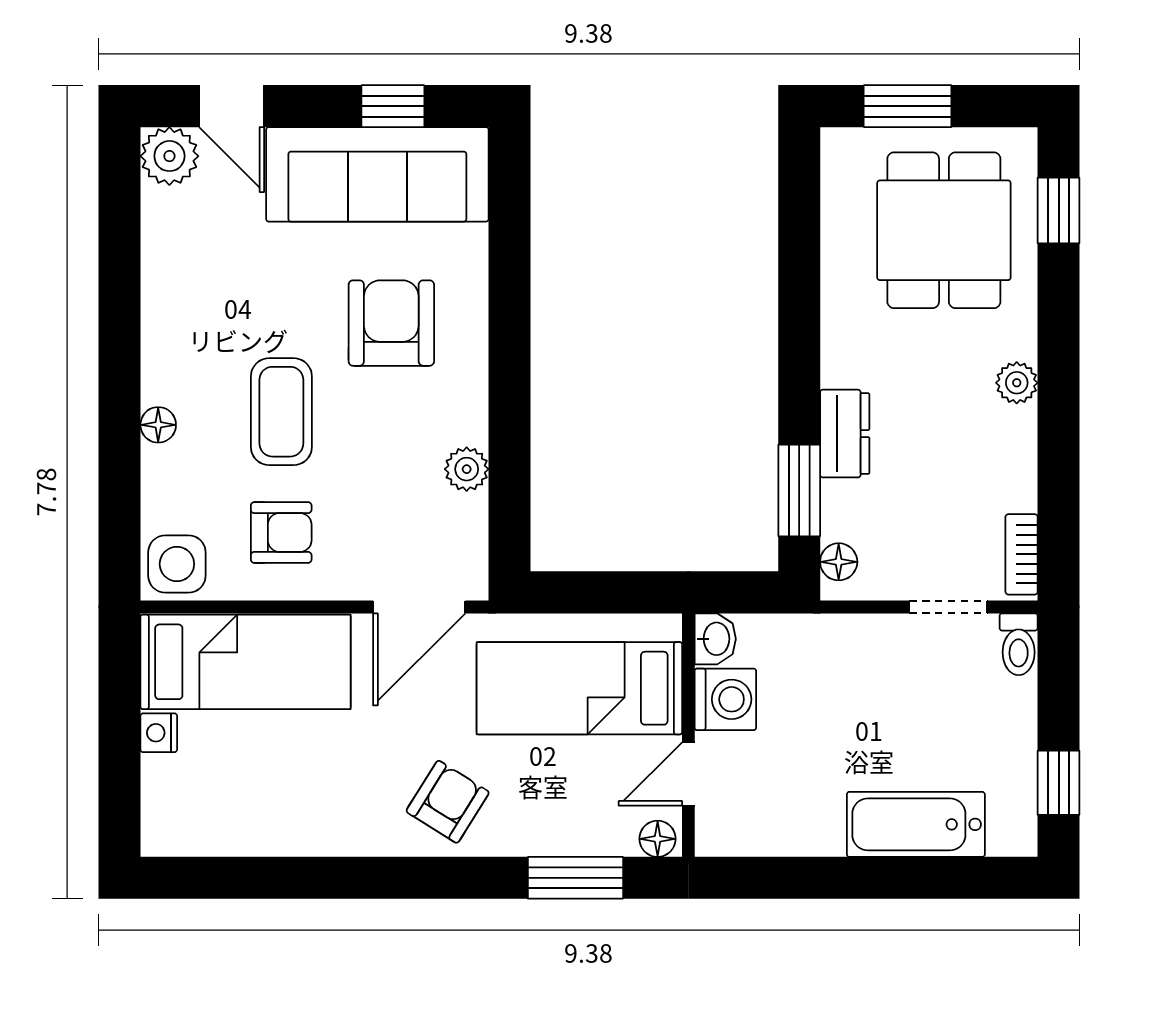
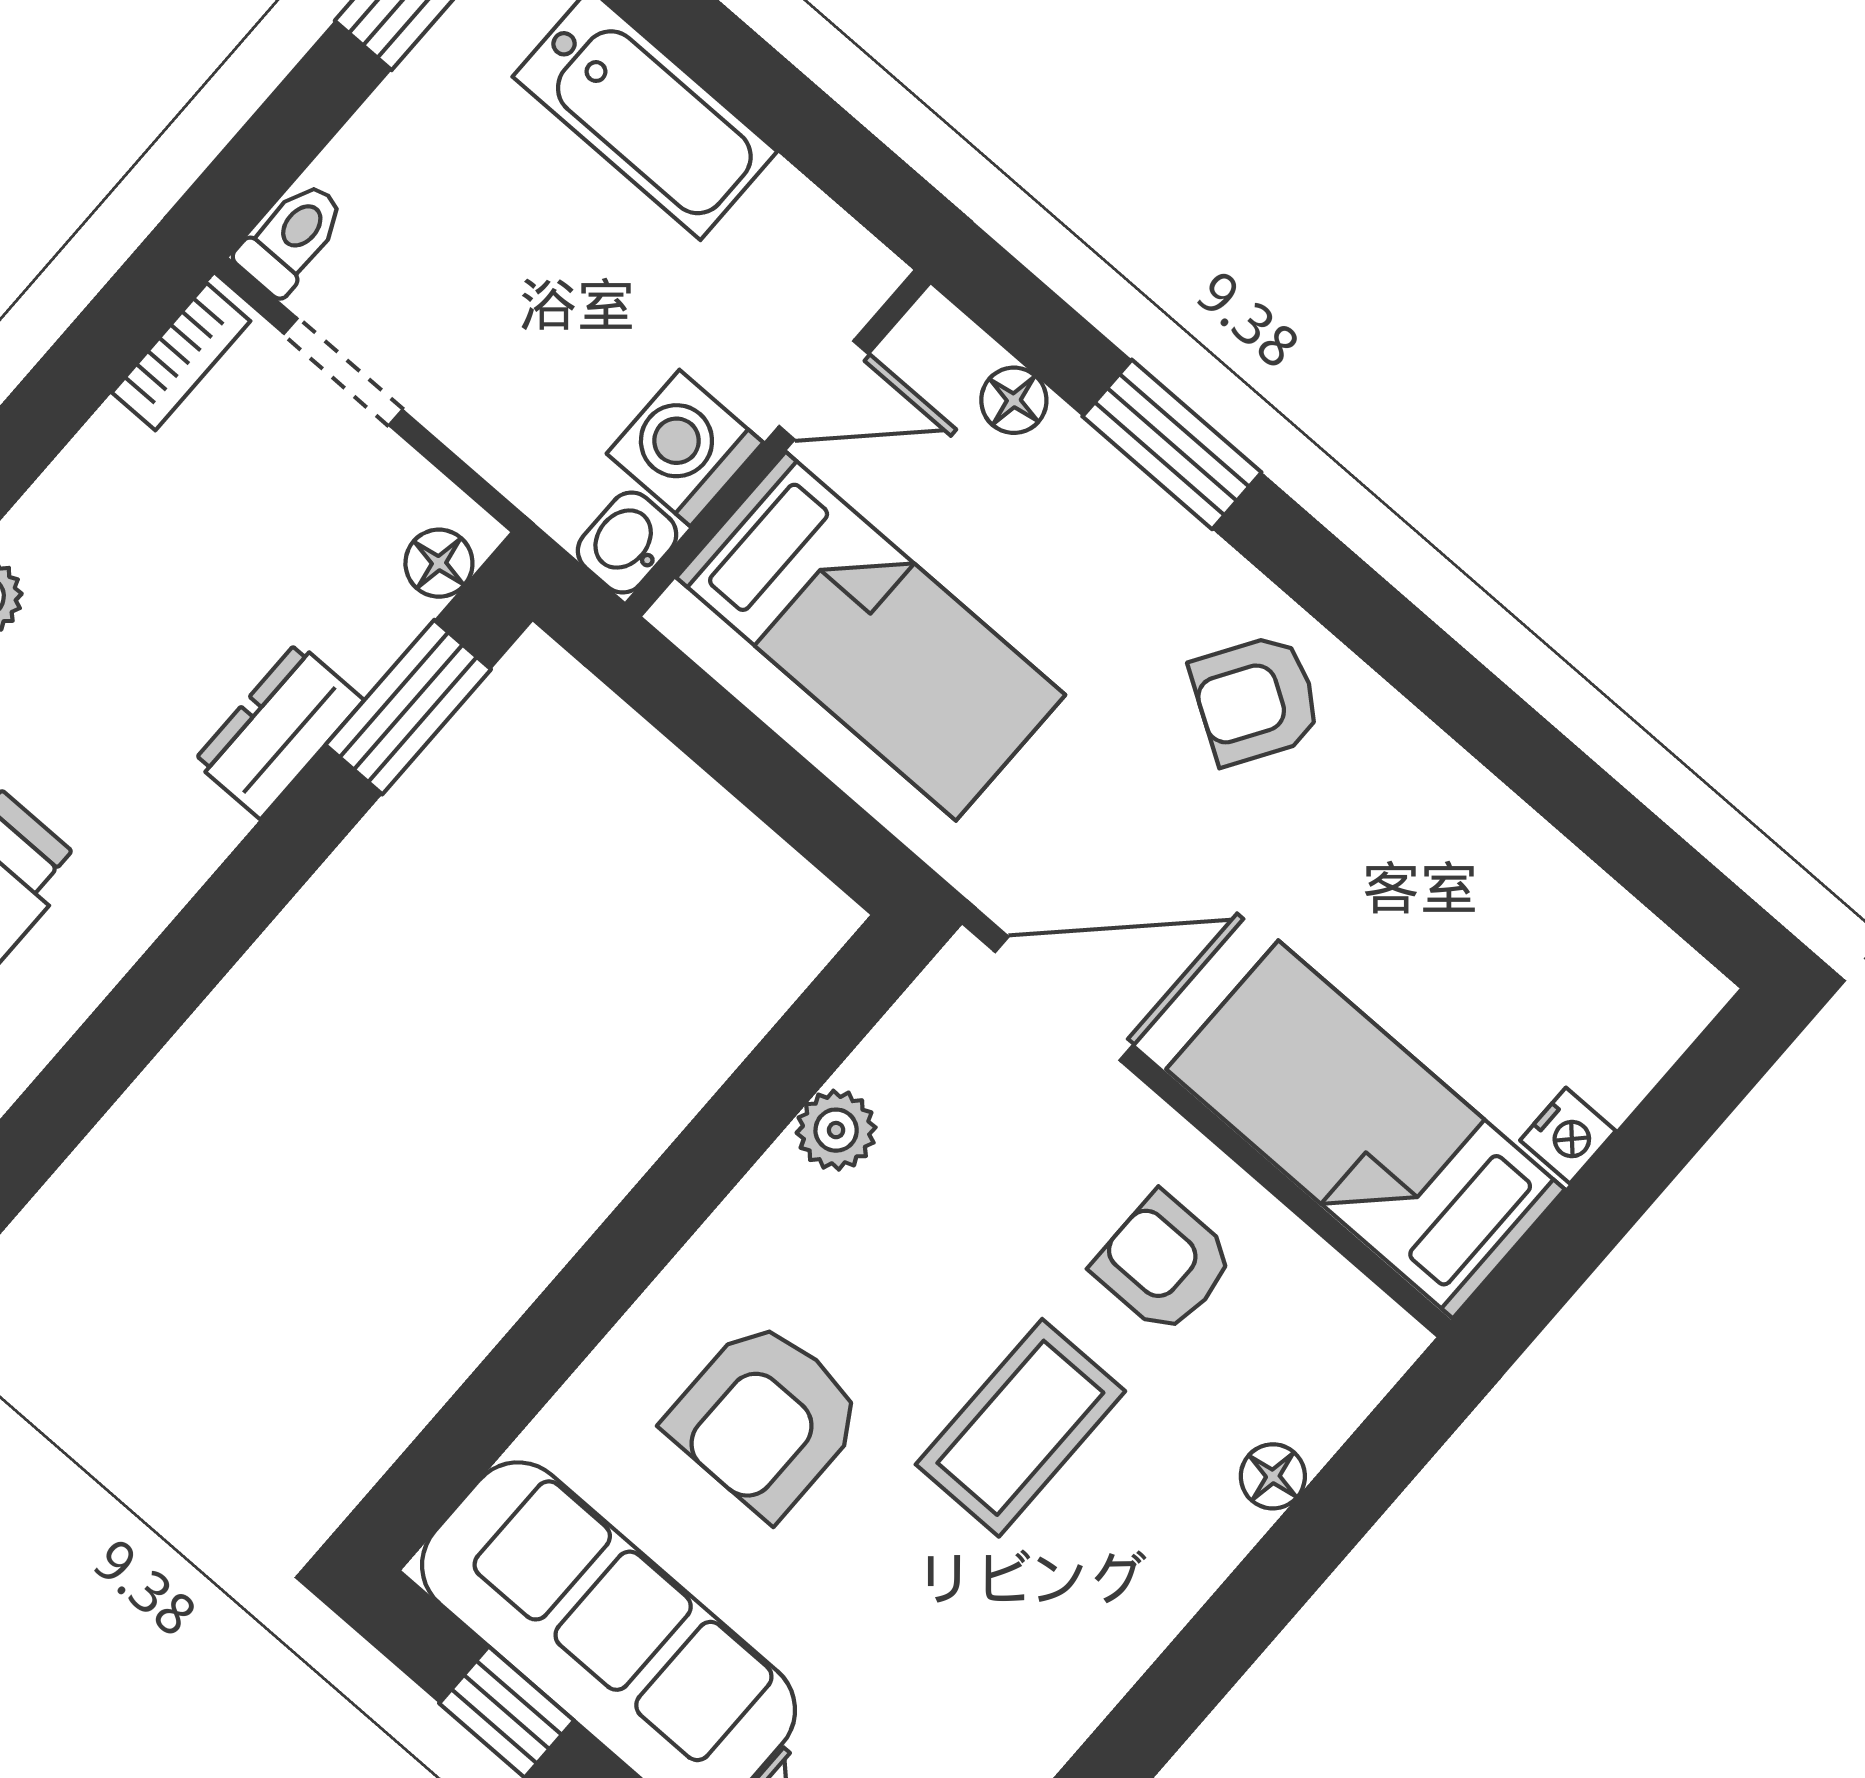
floor lamp: (158, 425) -> (1273, 1476), moved
side table: (177, 564) -> (1343, 1344), removed
washbasin: (715, 639) -> (627, 543), moved
bed: (579, 688) -> (871, 636), moved
washing machine: (725, 699) -> (685, 448), moved
wall: (688, 735) -> (778, 443), moved
door: (688, 774) -> (824, 390), moved

